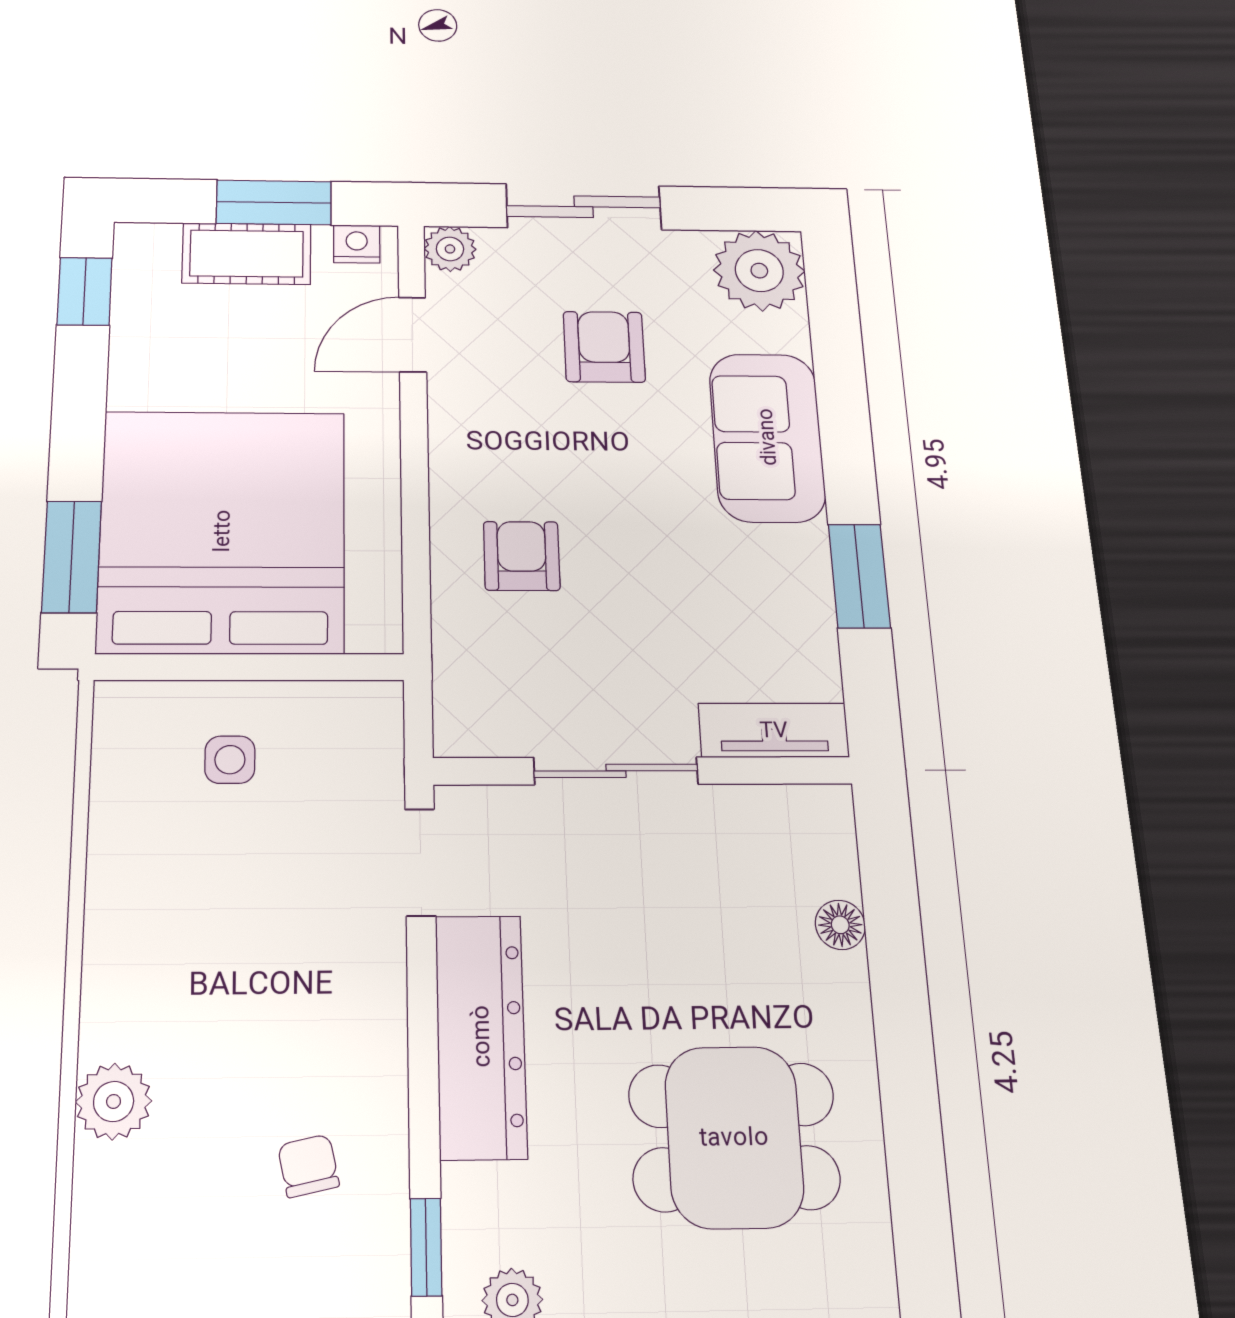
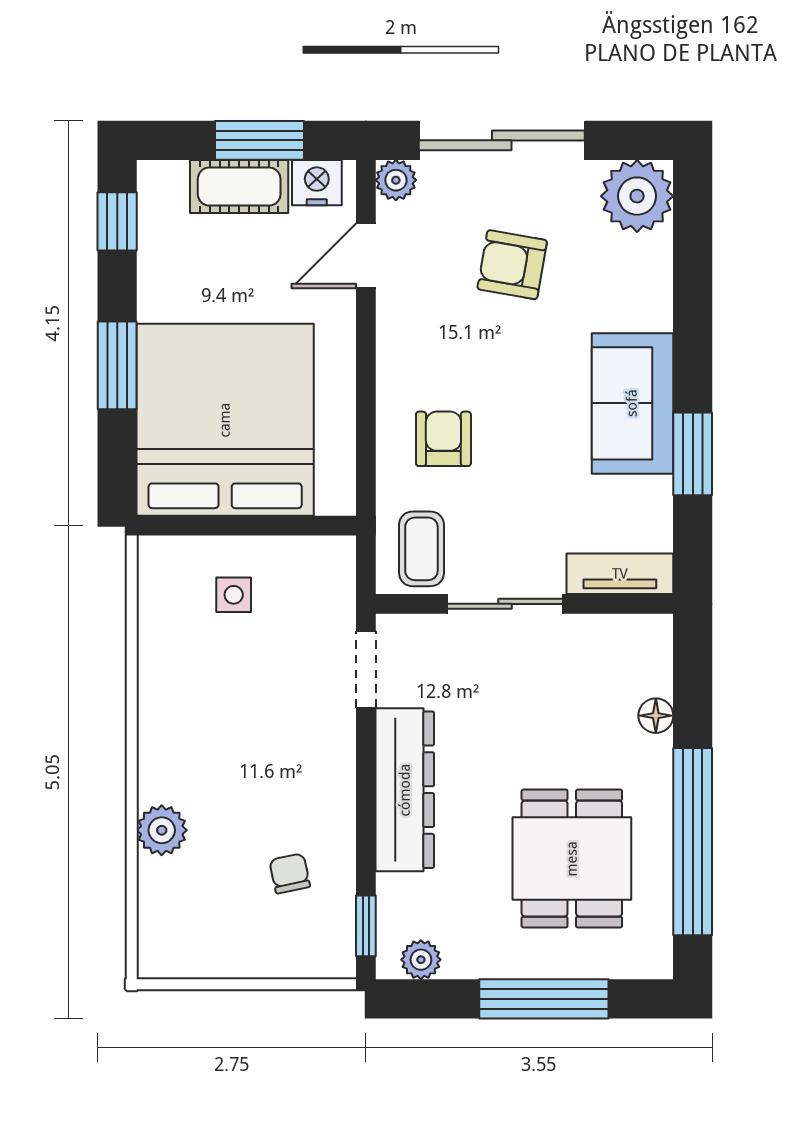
sliding door: (584, 207) -> (502, 140), width x1.37
nightstand: (357, 244) -> (317, 183), width x1.39, depth x1.35
armchair: (604, 347) -> (512, 265), turned -80
sofa: (767, 437) -> (632, 403), moved
window: (72, 557) -> (117, 365), moved
coffee table: (496, 698) -> (421, 549), added
window: (911, 1109) -> (693, 842), added
dining table: (734, 1137) -> (572, 859), turned 90

